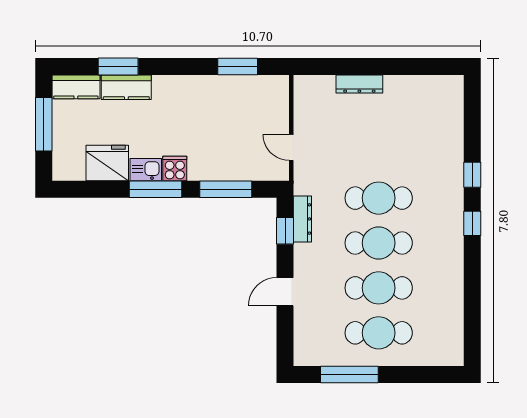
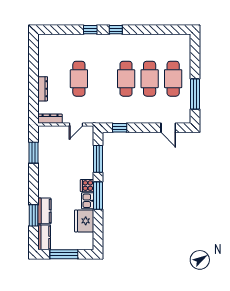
cafe table: (379, 198) -> (79, 79), moved
dresser: (302, 219) -> (50, 119), moved
door: (285, 292) -> (168, 128), moved

